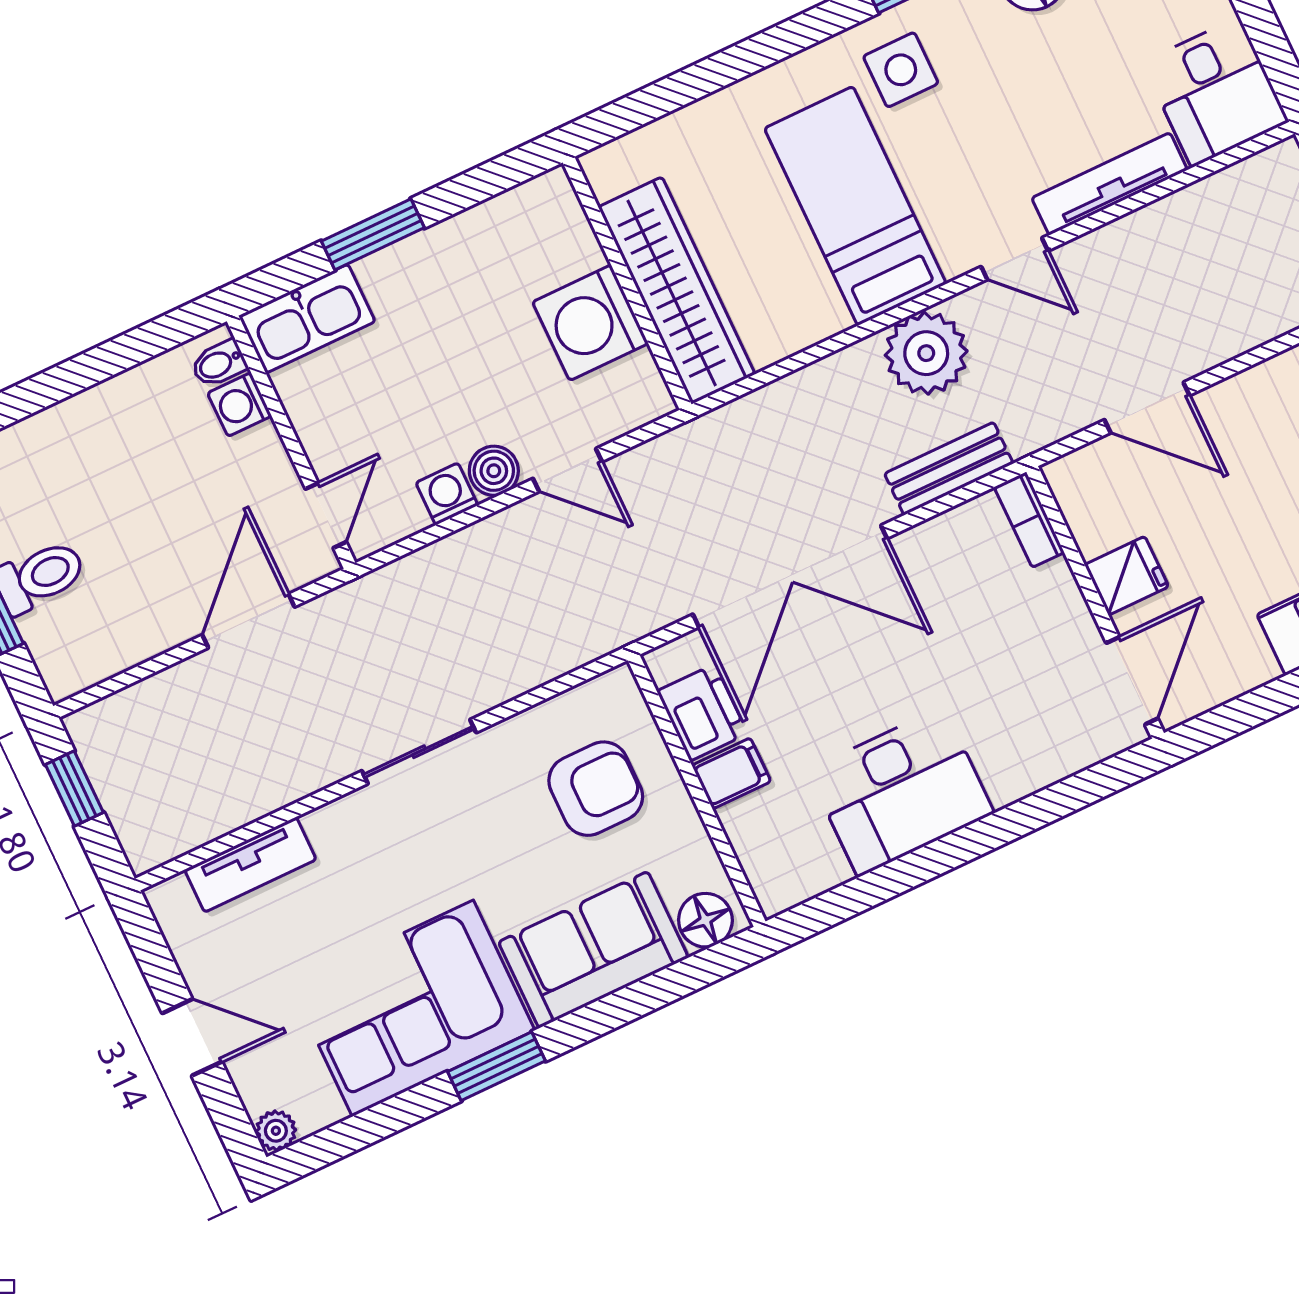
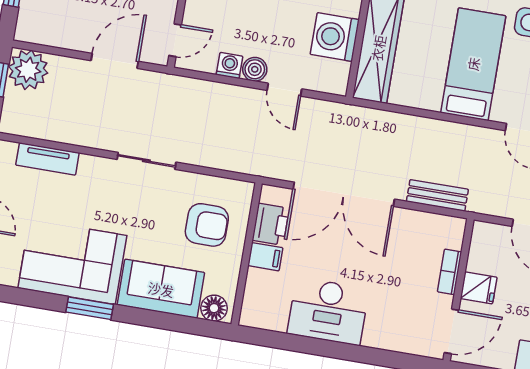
plant: (926, 353) -> (28, 70), moved
bookcase: (1029, 520) -> (450, 272), moved

